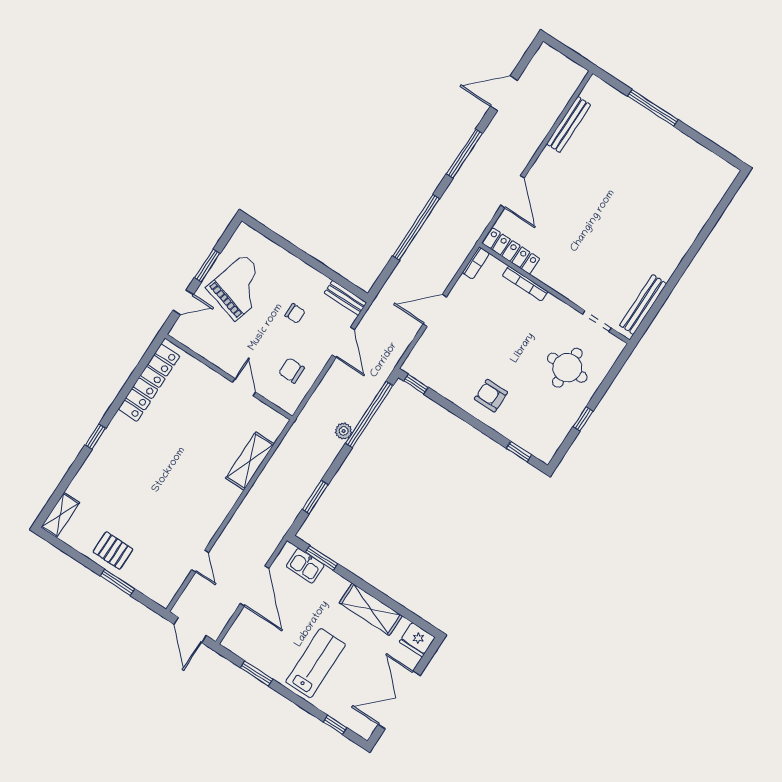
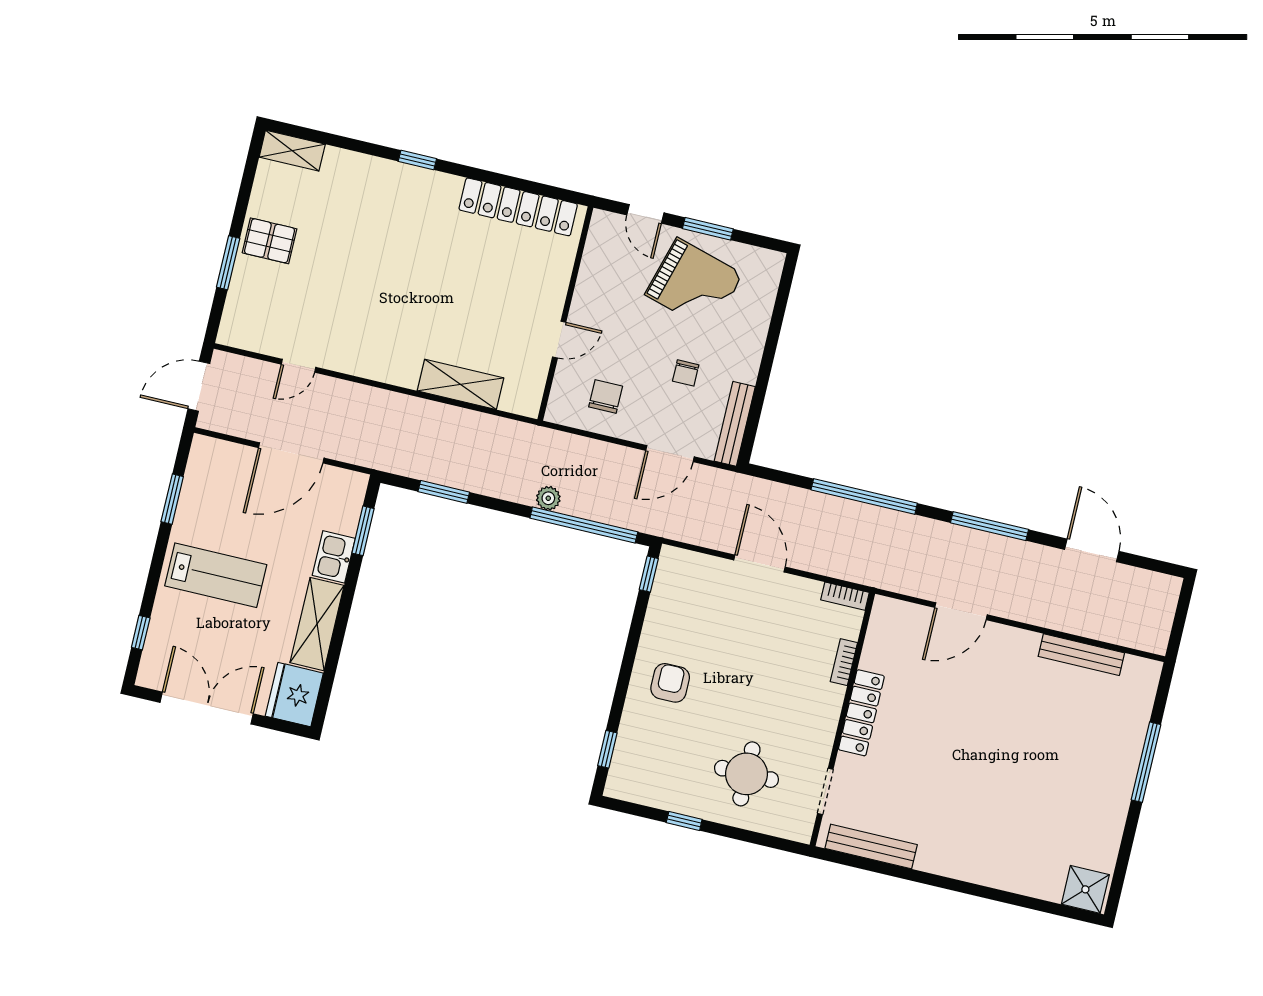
shower: (721, 177) -> (1085, 889), added
locker: (511, 251) -> (861, 713), moved
bookcase: (525, 284) -> (844, 662), width x0.64
bench: (345, 298) -> (735, 424), width x1.36
pallet: (113, 551) -> (270, 241), turned 90
kitchen sink: (305, 566) -> (334, 557), moved
fridge: (417, 640) -> (294, 695), width x1.36, depth x1.34

